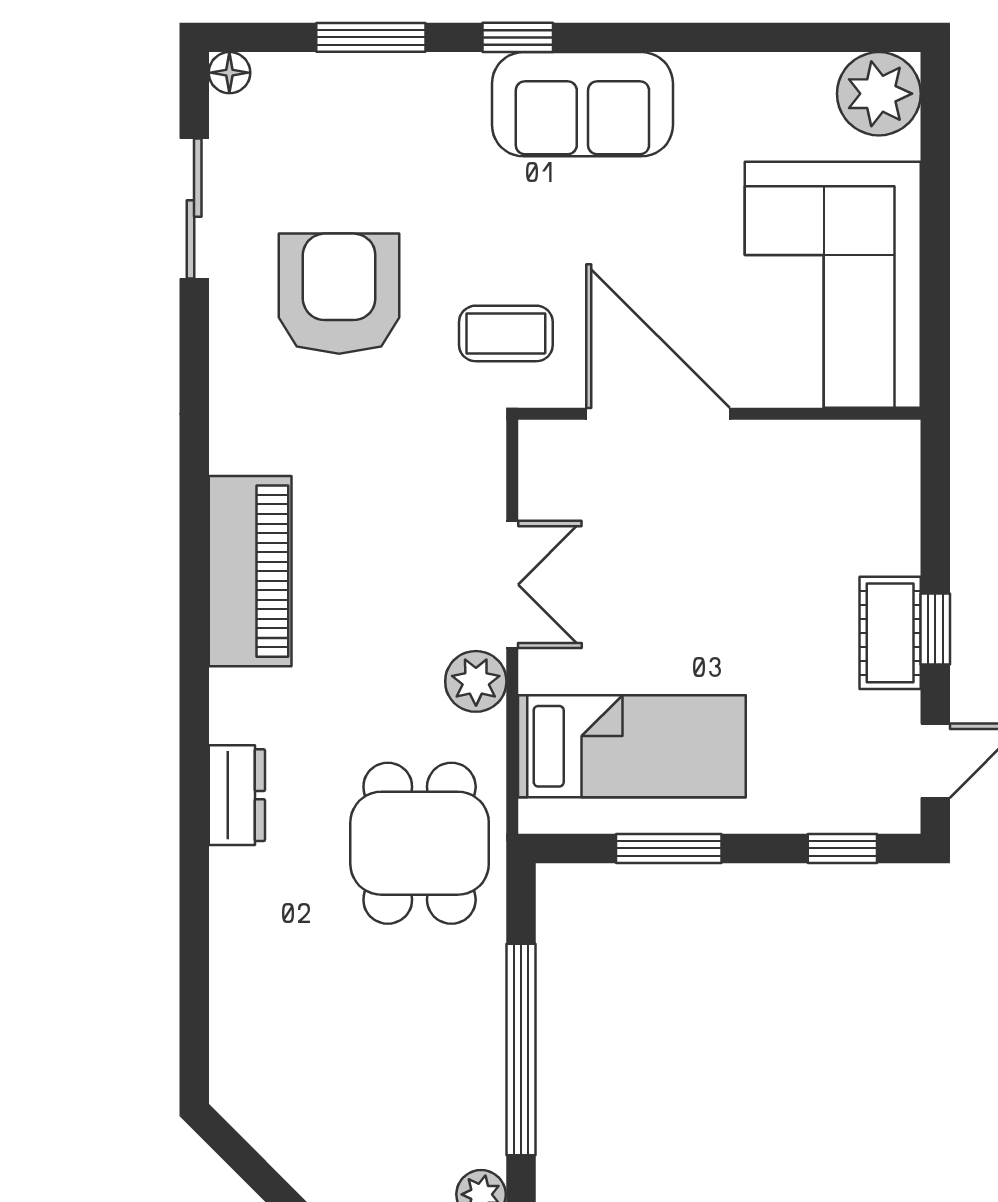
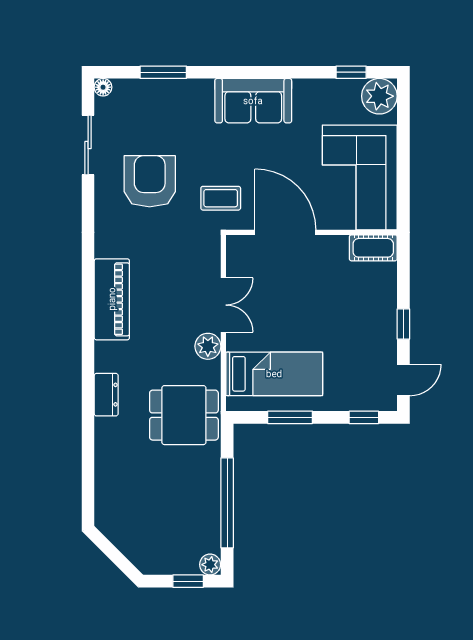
window: (518, 37) -> (351, 72), moved
cot: (890, 633) -> (373, 248), moved, turned 90
dining table: (420, 843) -> (184, 415), turned 90

